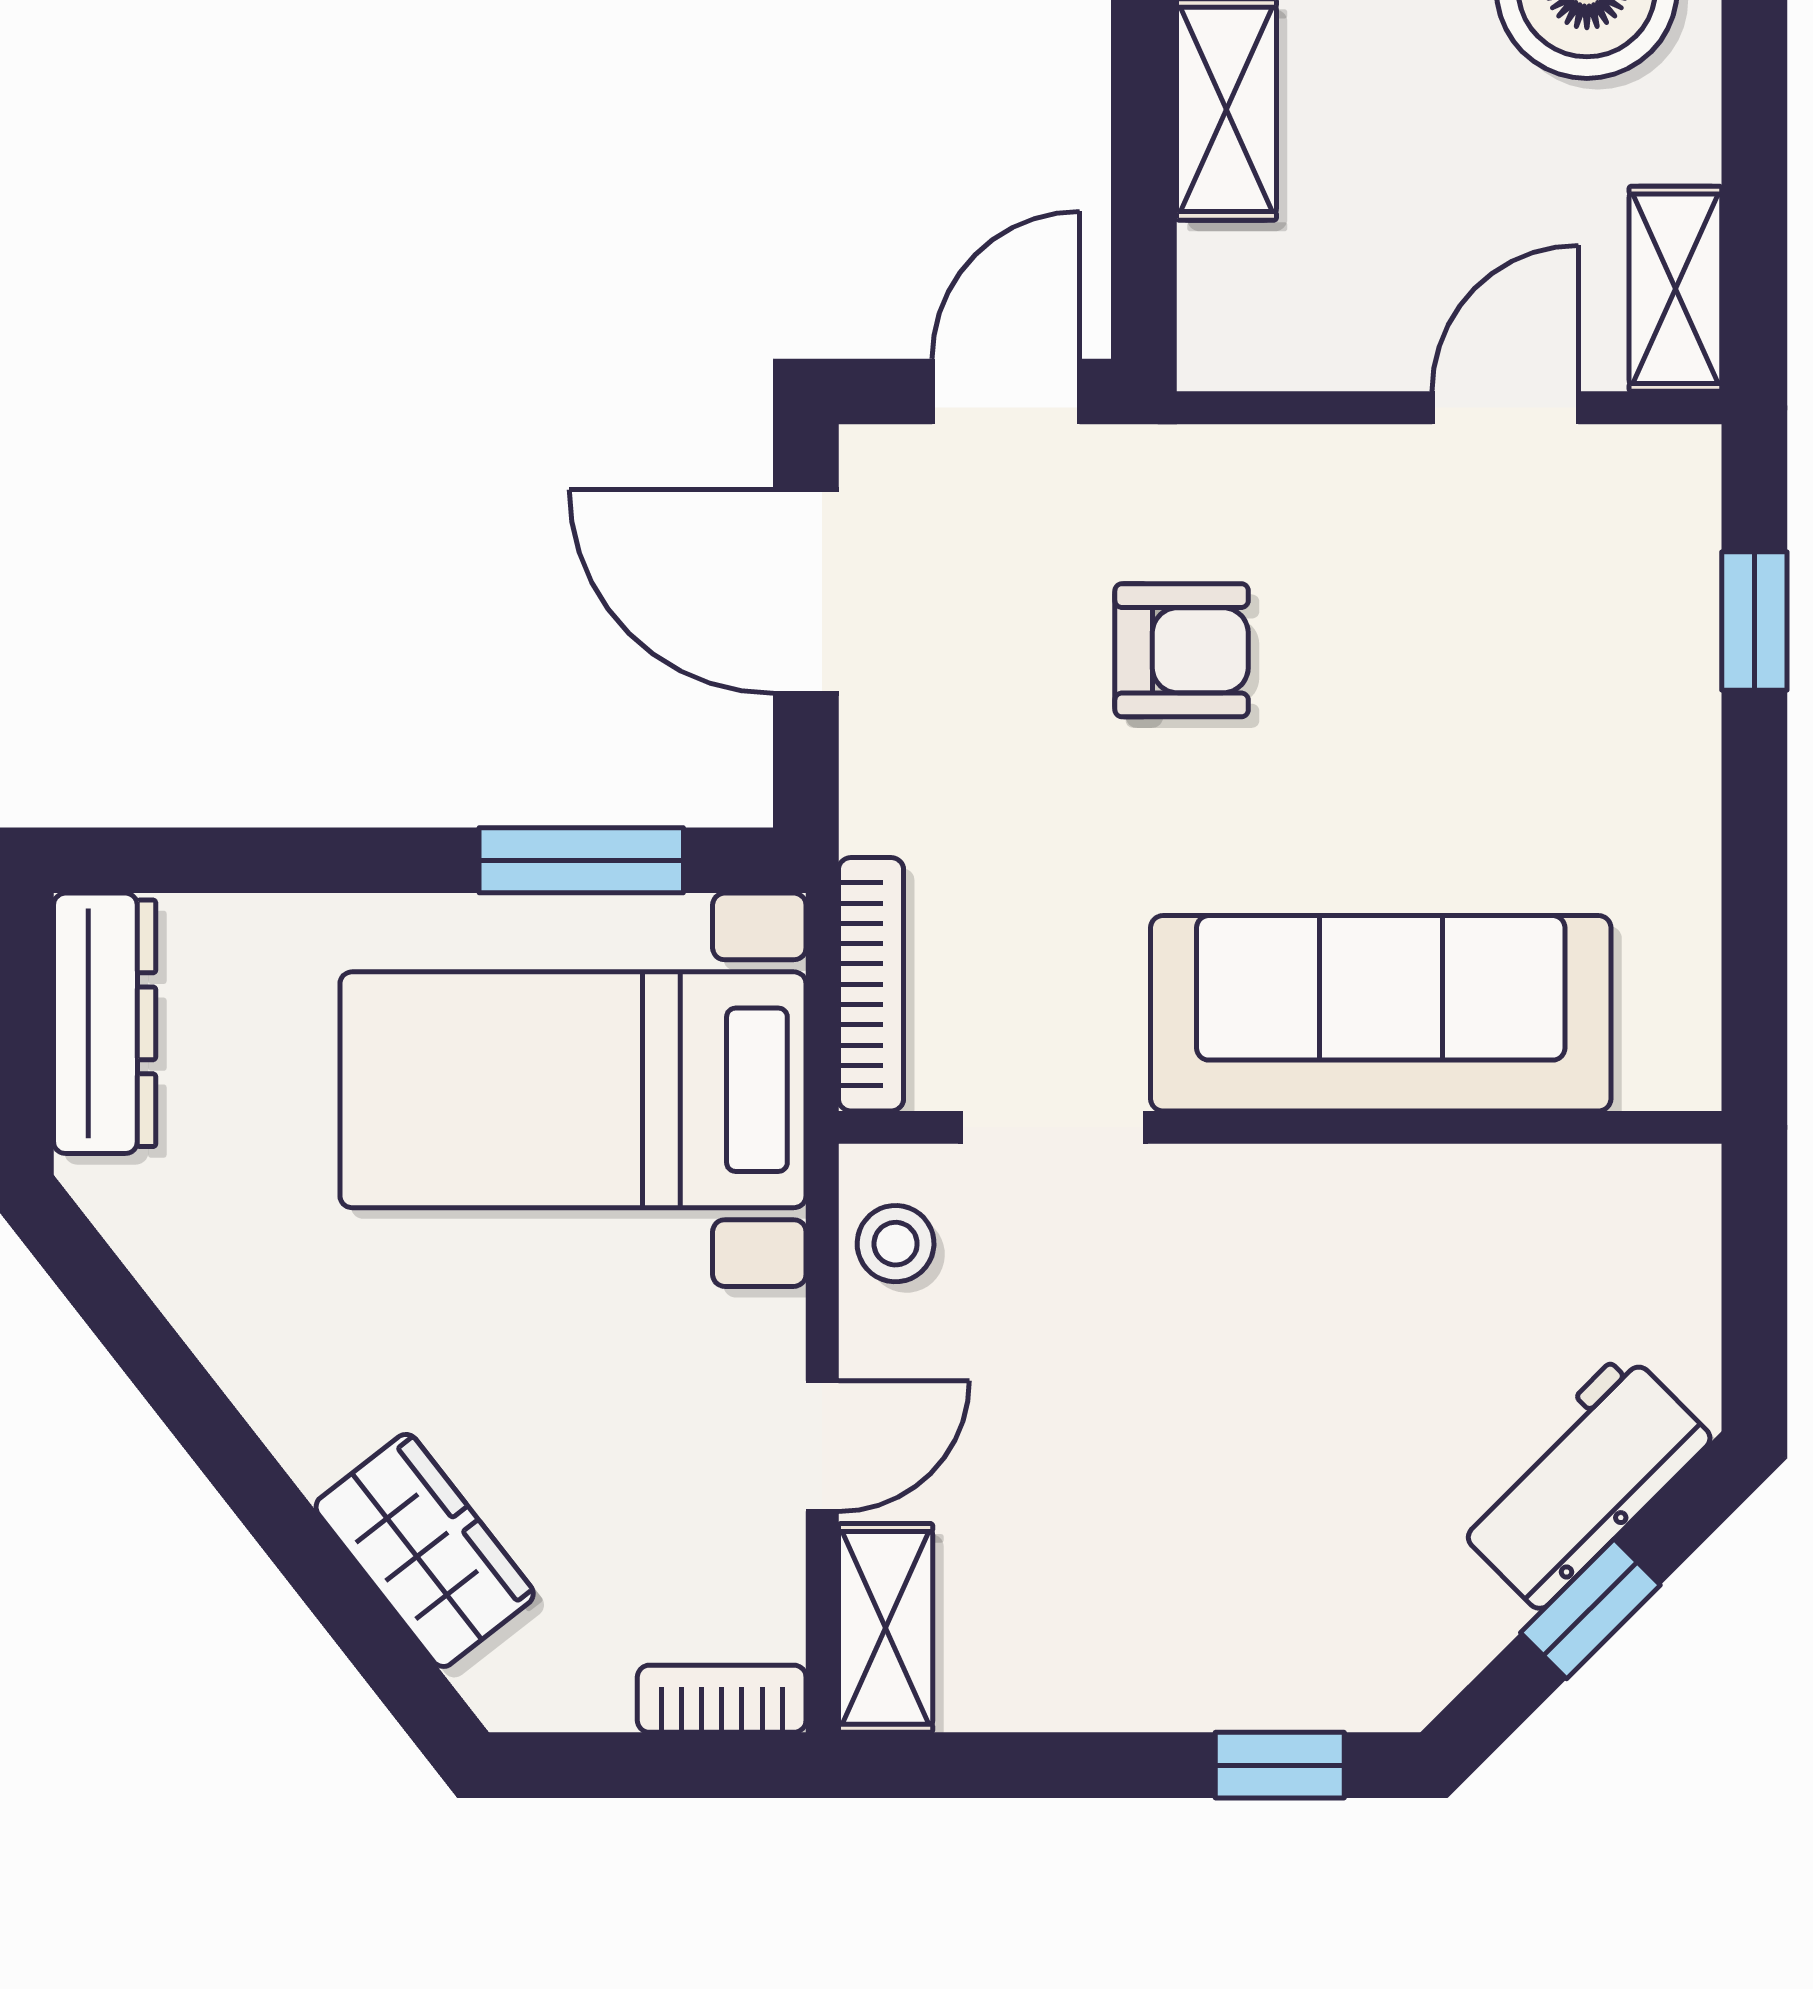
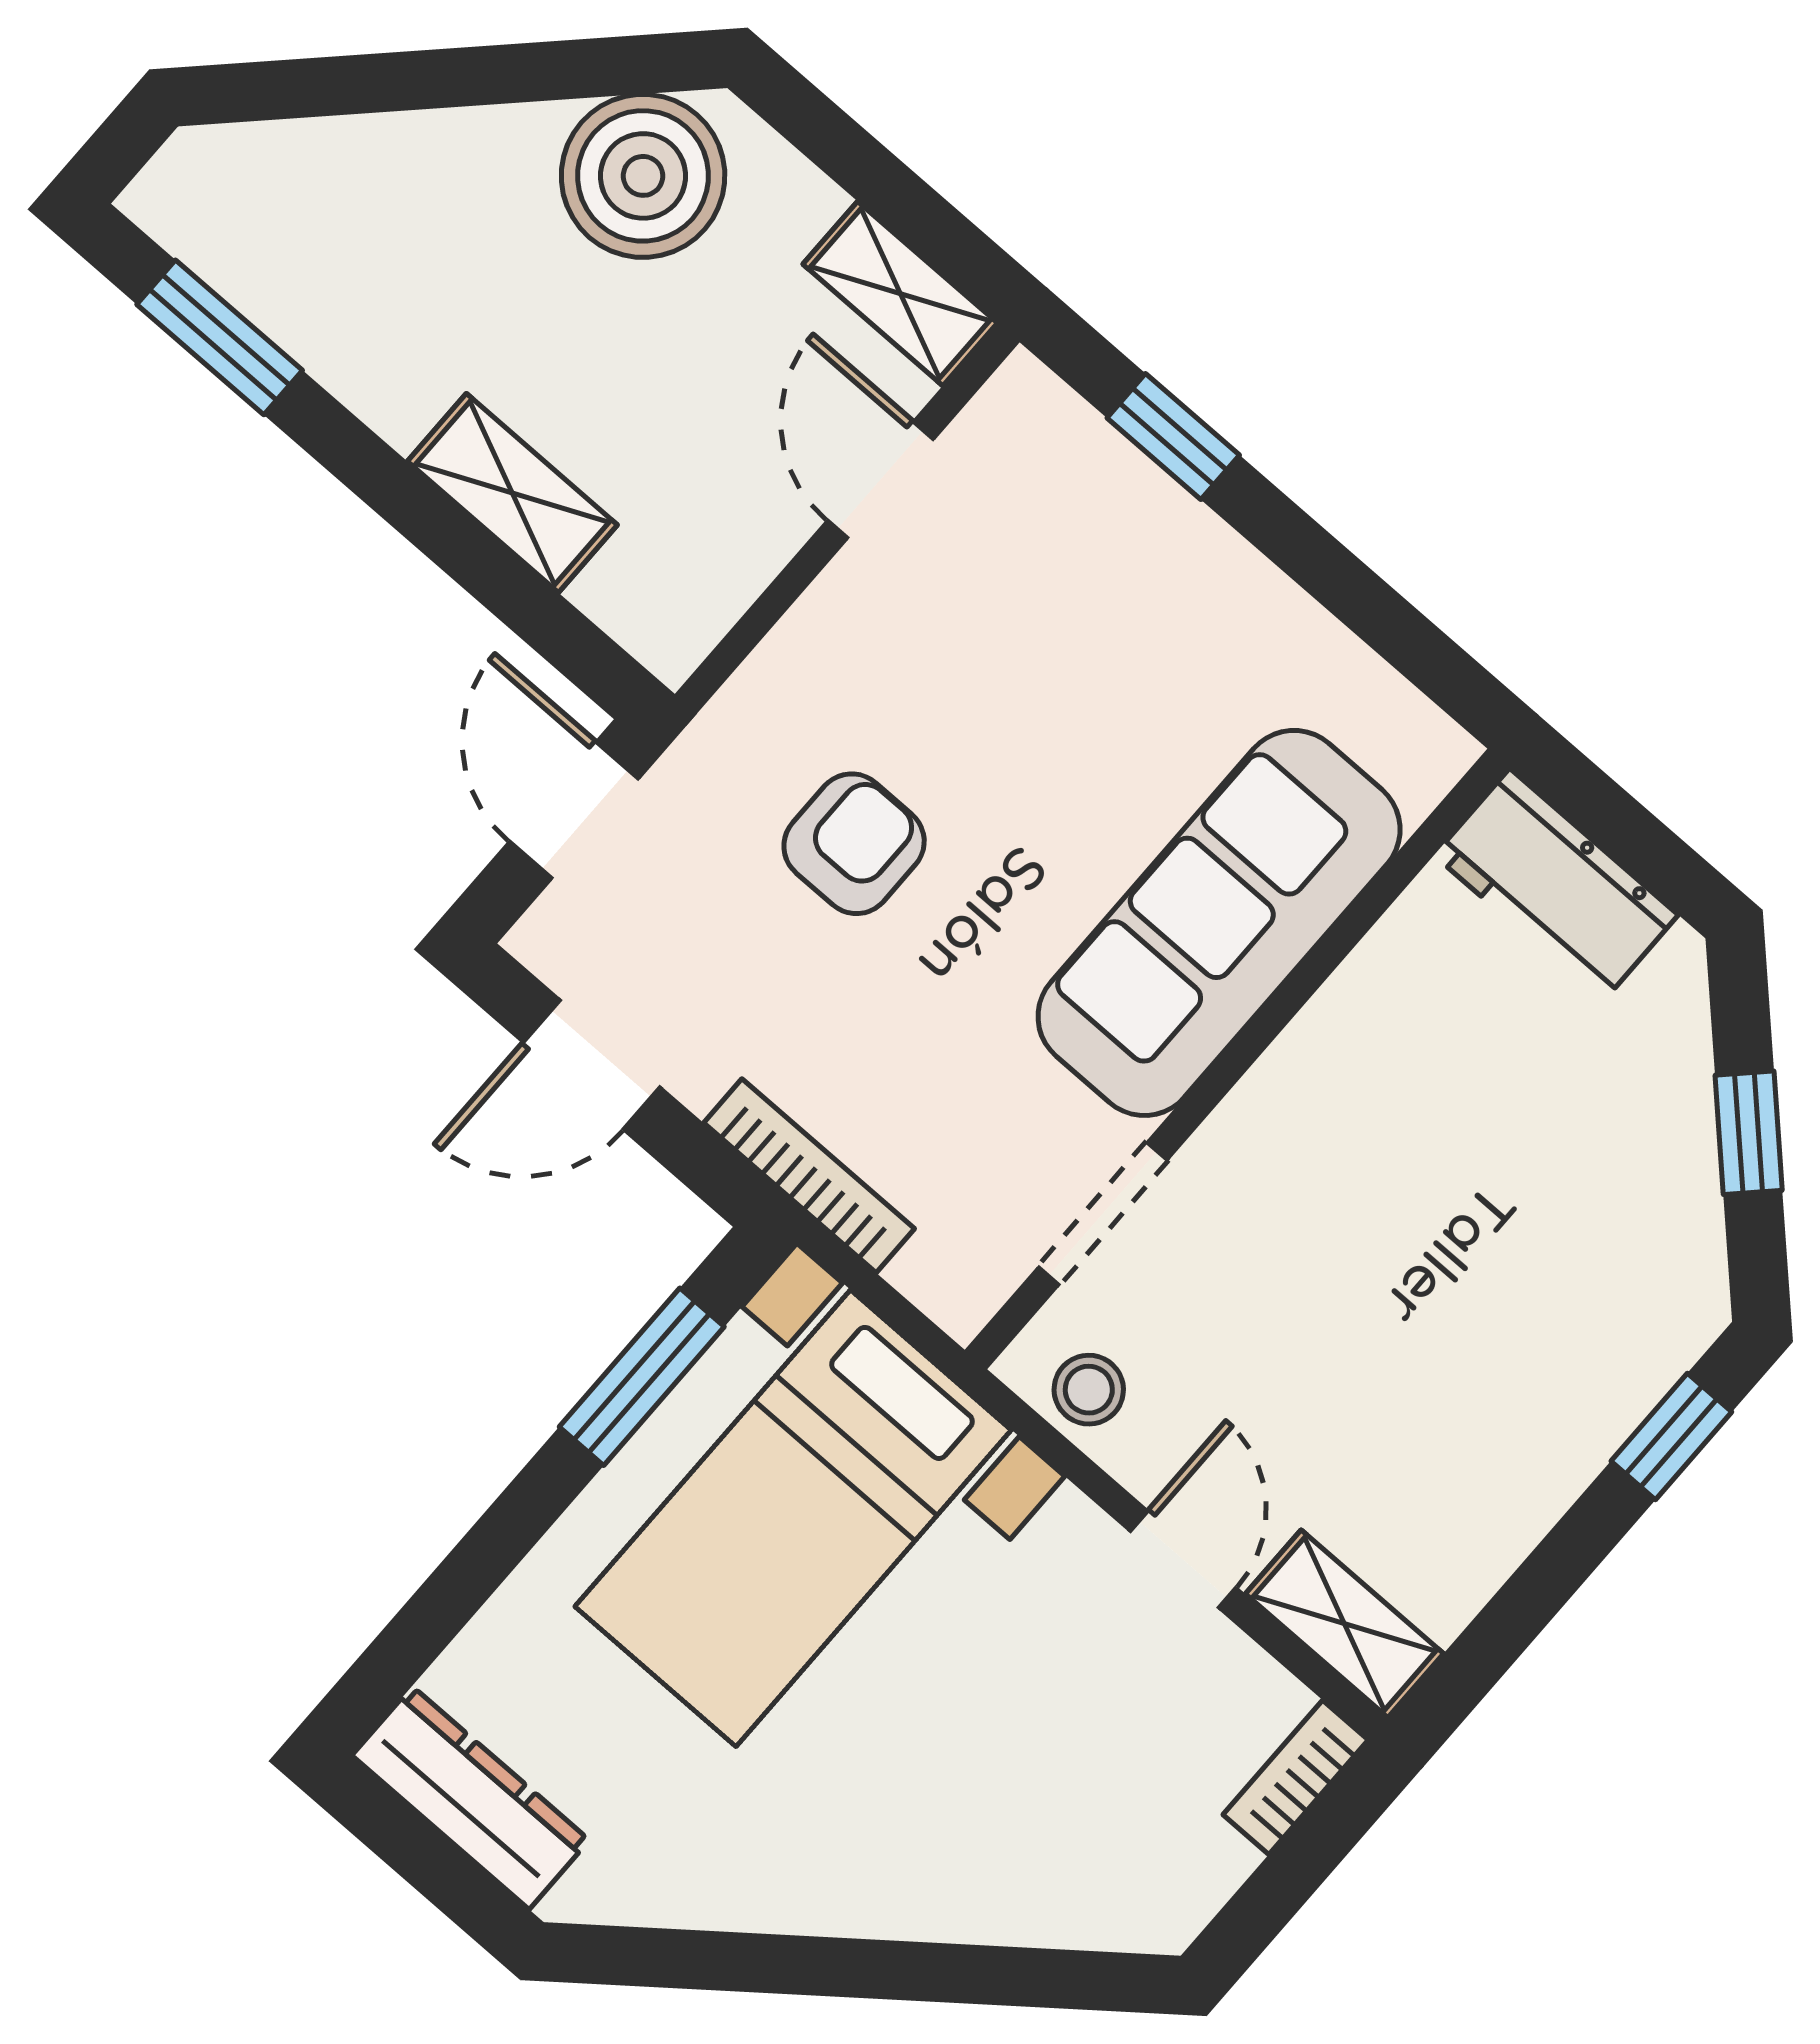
door: (806, 591) -> (592, 1065), width x0.73
bookcase: (871, 984) -> (809, 1176), moved
workbench: (1582, 1480) -> (1556, 885), moved, turned -45
wardrobe: (425, 1550) -> (1019, 1892), removed

